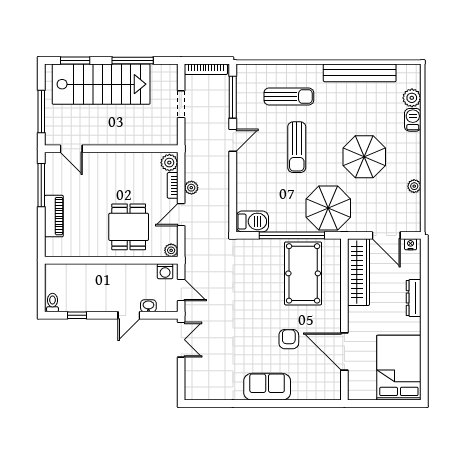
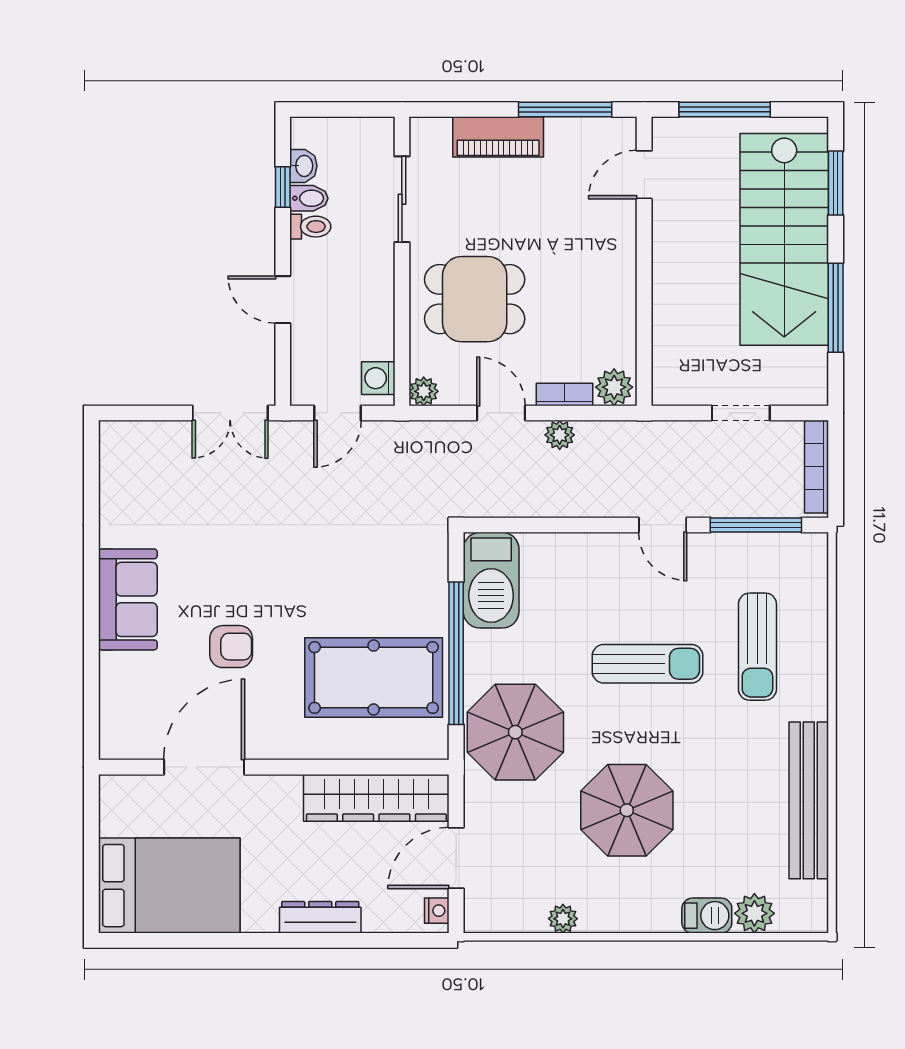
sun lounger: (297, 147) -> (648, 664), turned 180
barbecue: (252, 221) -> (491, 580), width x1.37, depth x1.21
sliding door: (83, 260) -> (402, 199), added
toilet: (53, 303) -> (310, 227), moved
bidet: (82, 303) -> (309, 198), added
washbasin: (148, 306) -> (303, 166), moved

